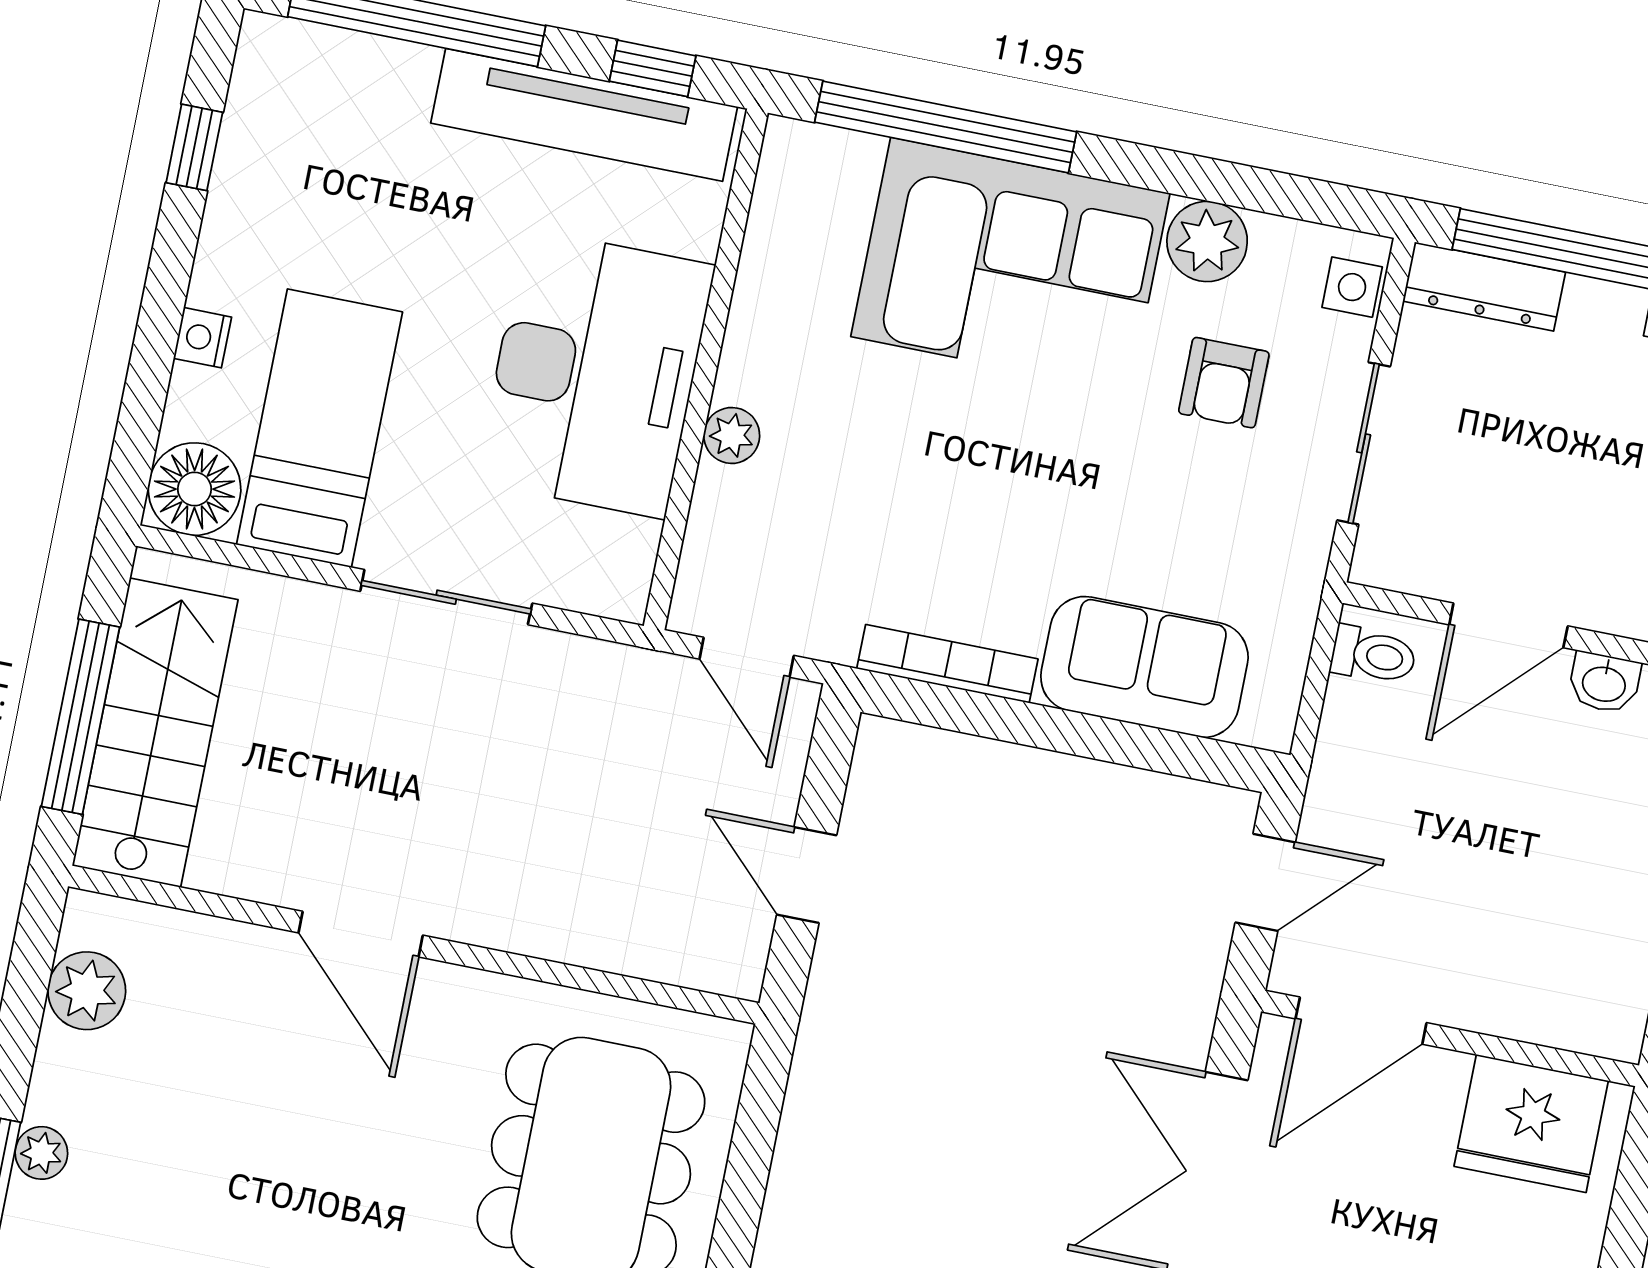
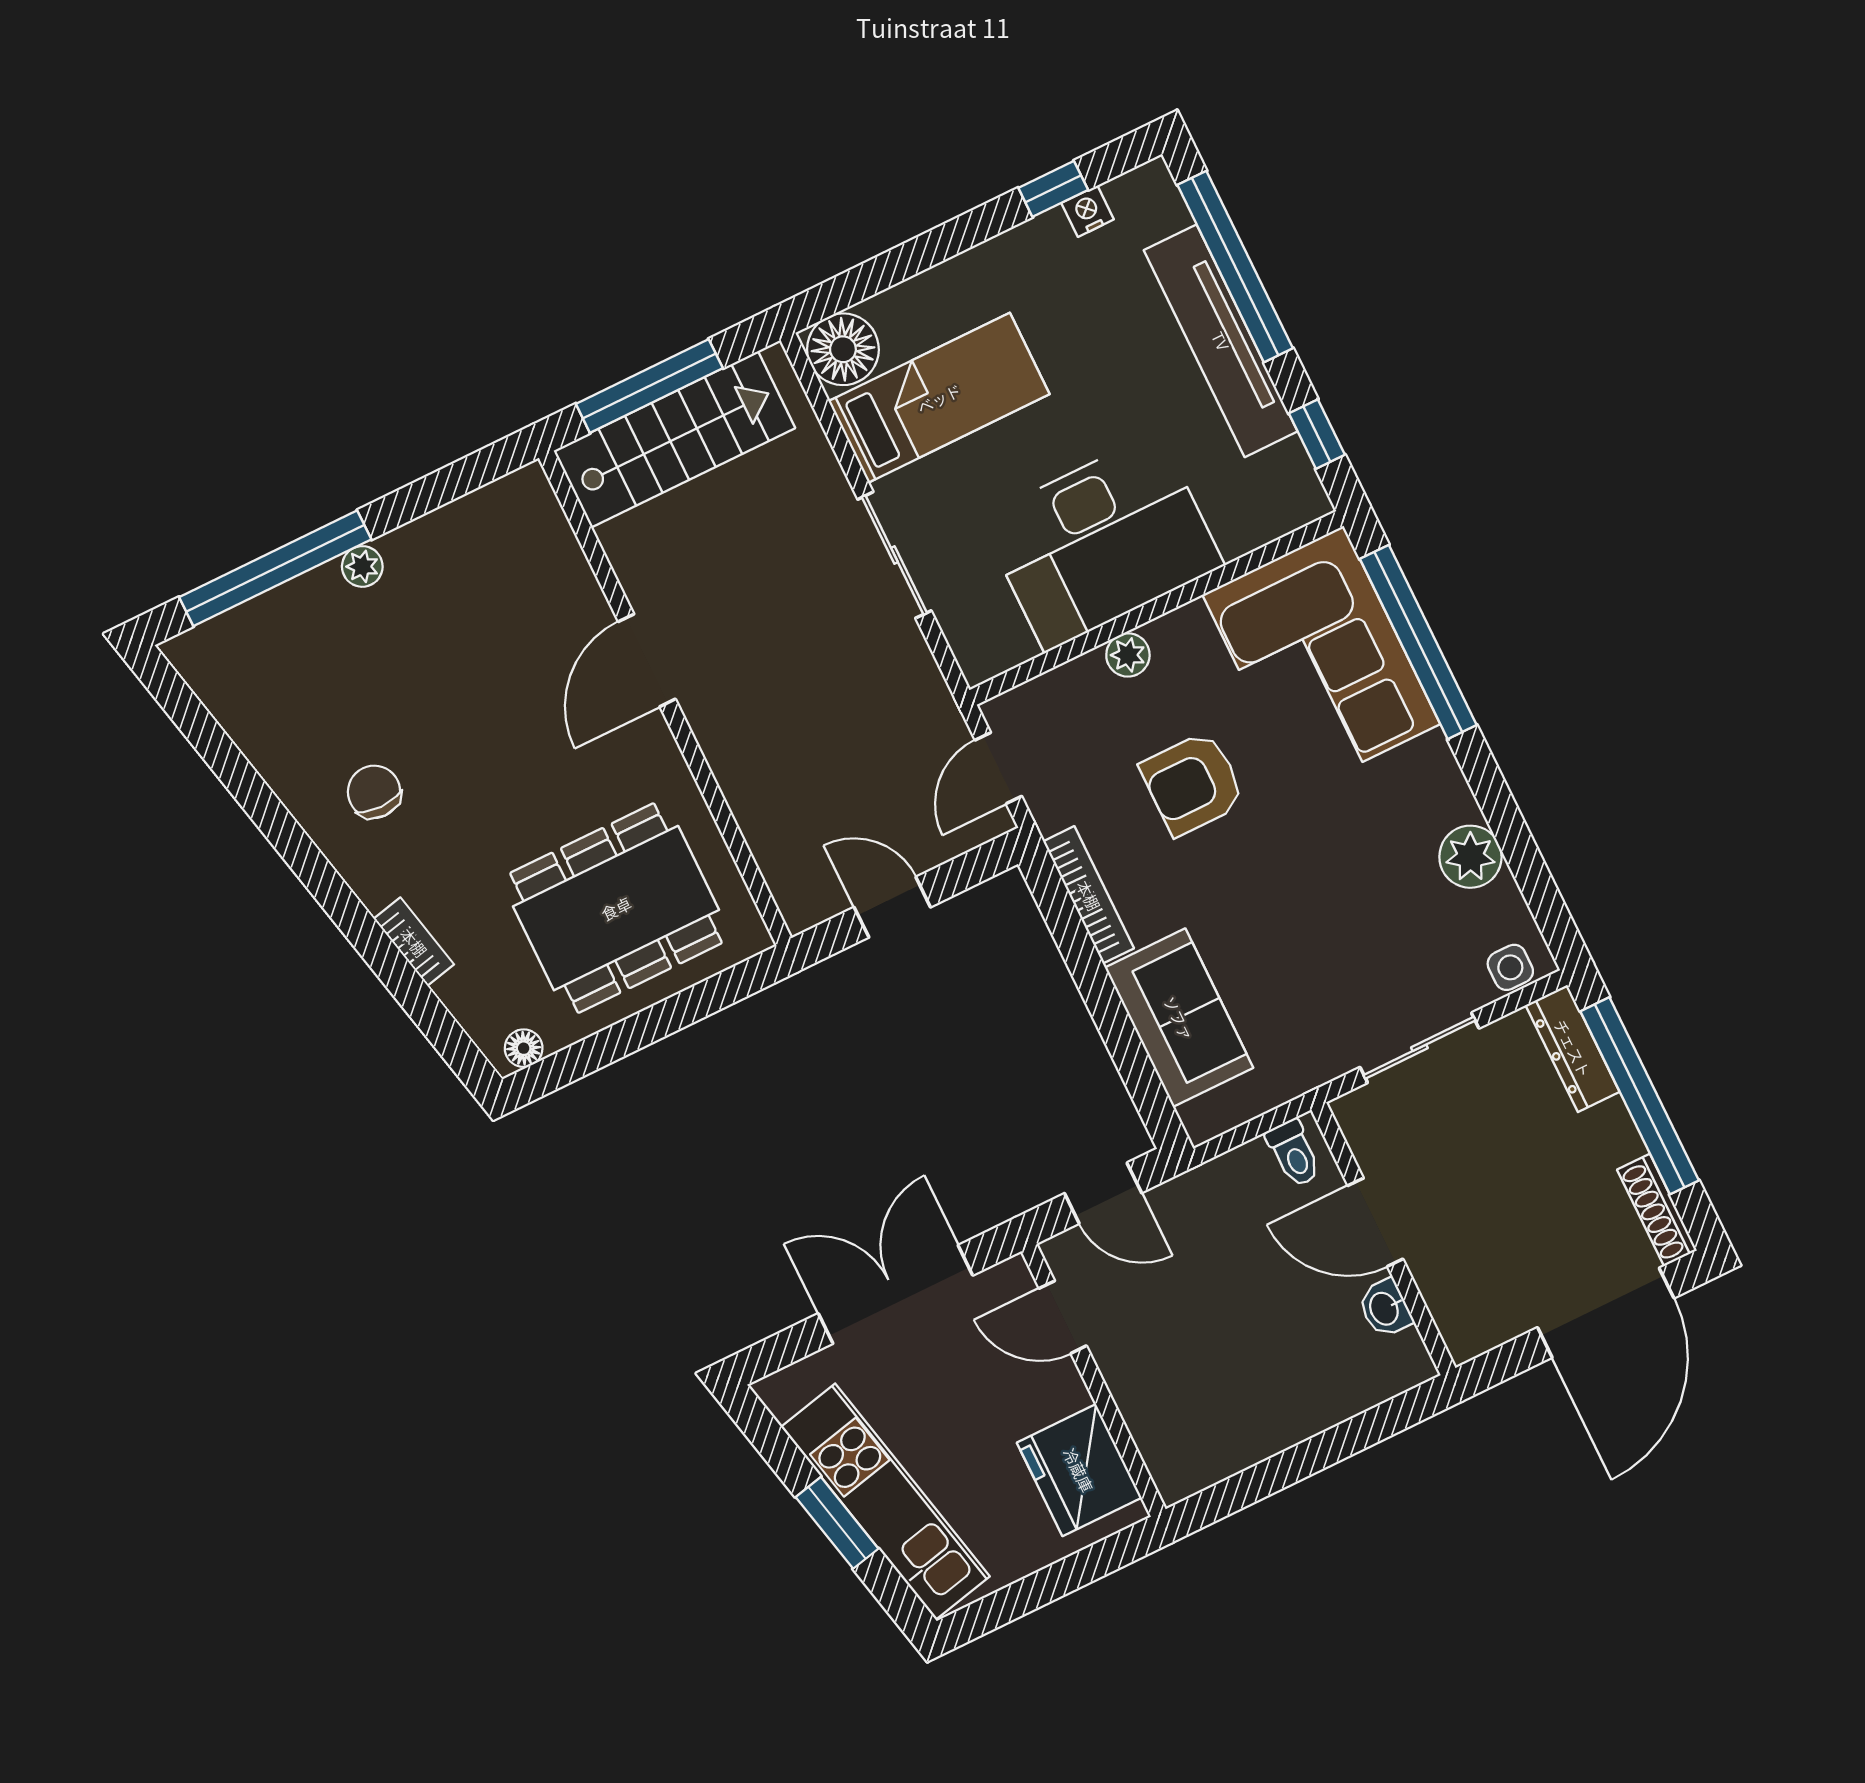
tv unit: (584, 115) -> (1221, 341), moved
corner sofa: (1010, 265) -> (1321, 659), moved
nightstand: (203, 338) -> (1088, 211), moved
armchair: (1224, 383) -> (1193, 783), moved, width x1.38, depth x1.38
door: (807, 875) -> (892, 907), hinge flipped
plant: (87, 991) -> (483, 518), removed
door: (1361, 1021) -> (1063, 1317), width x0.73

